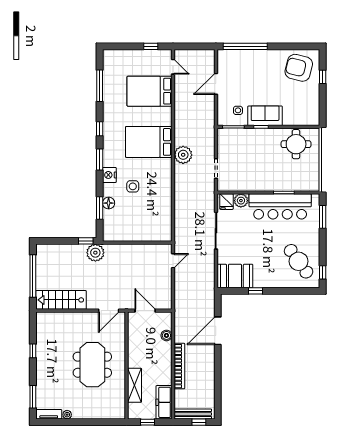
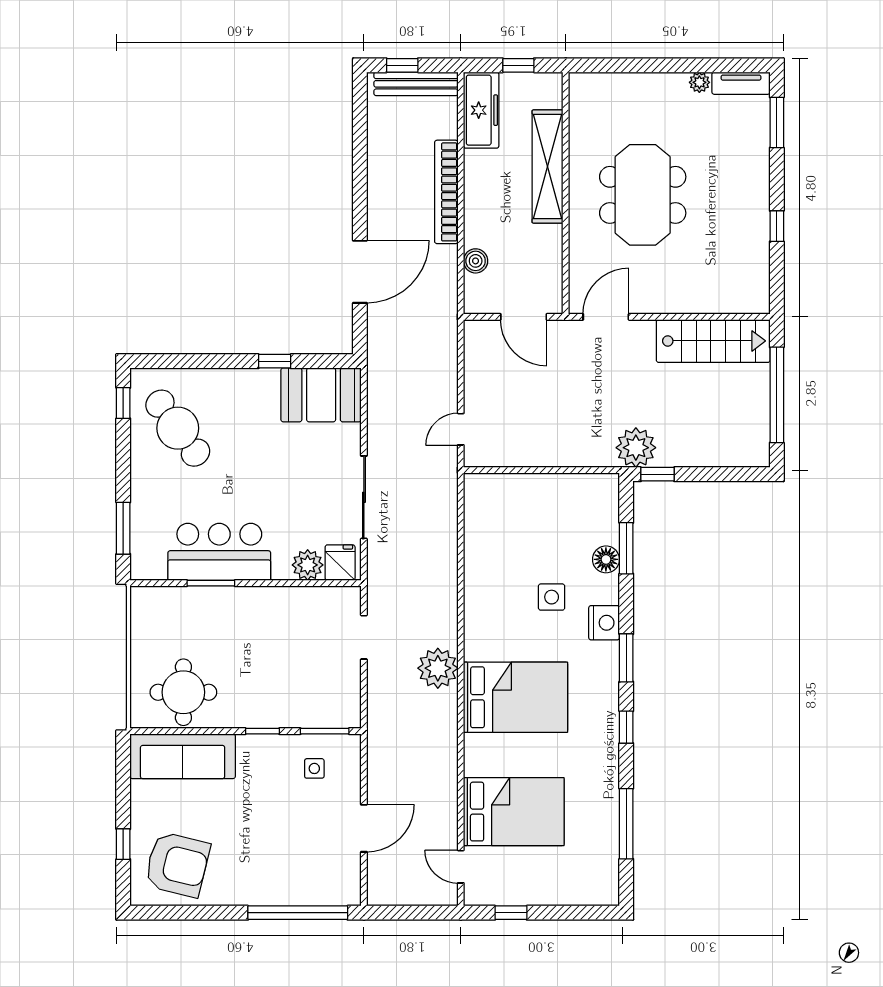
sofa: (265, 116) -> (183, 756), moved, width x1.36
bar counter: (280, 206) -> (219, 552), width x0.73
shelving: (135, 385) -> (548, 166), width x1.47

